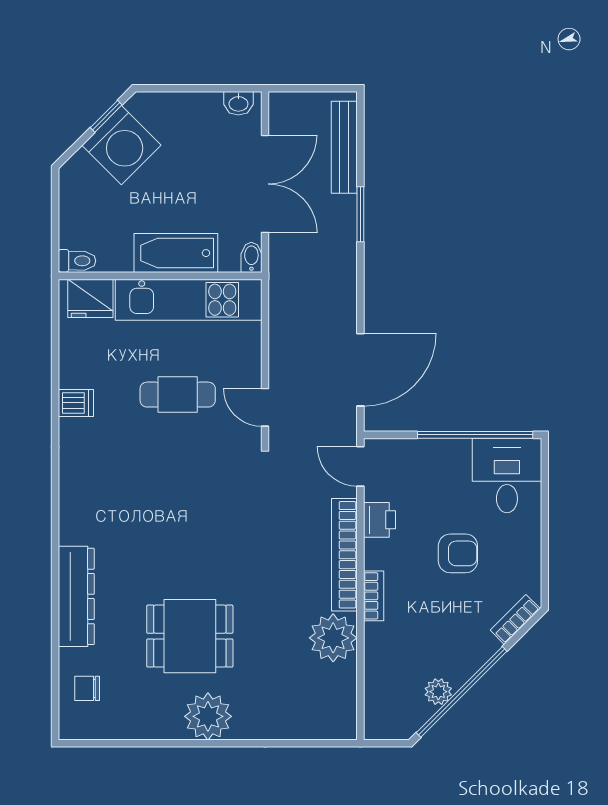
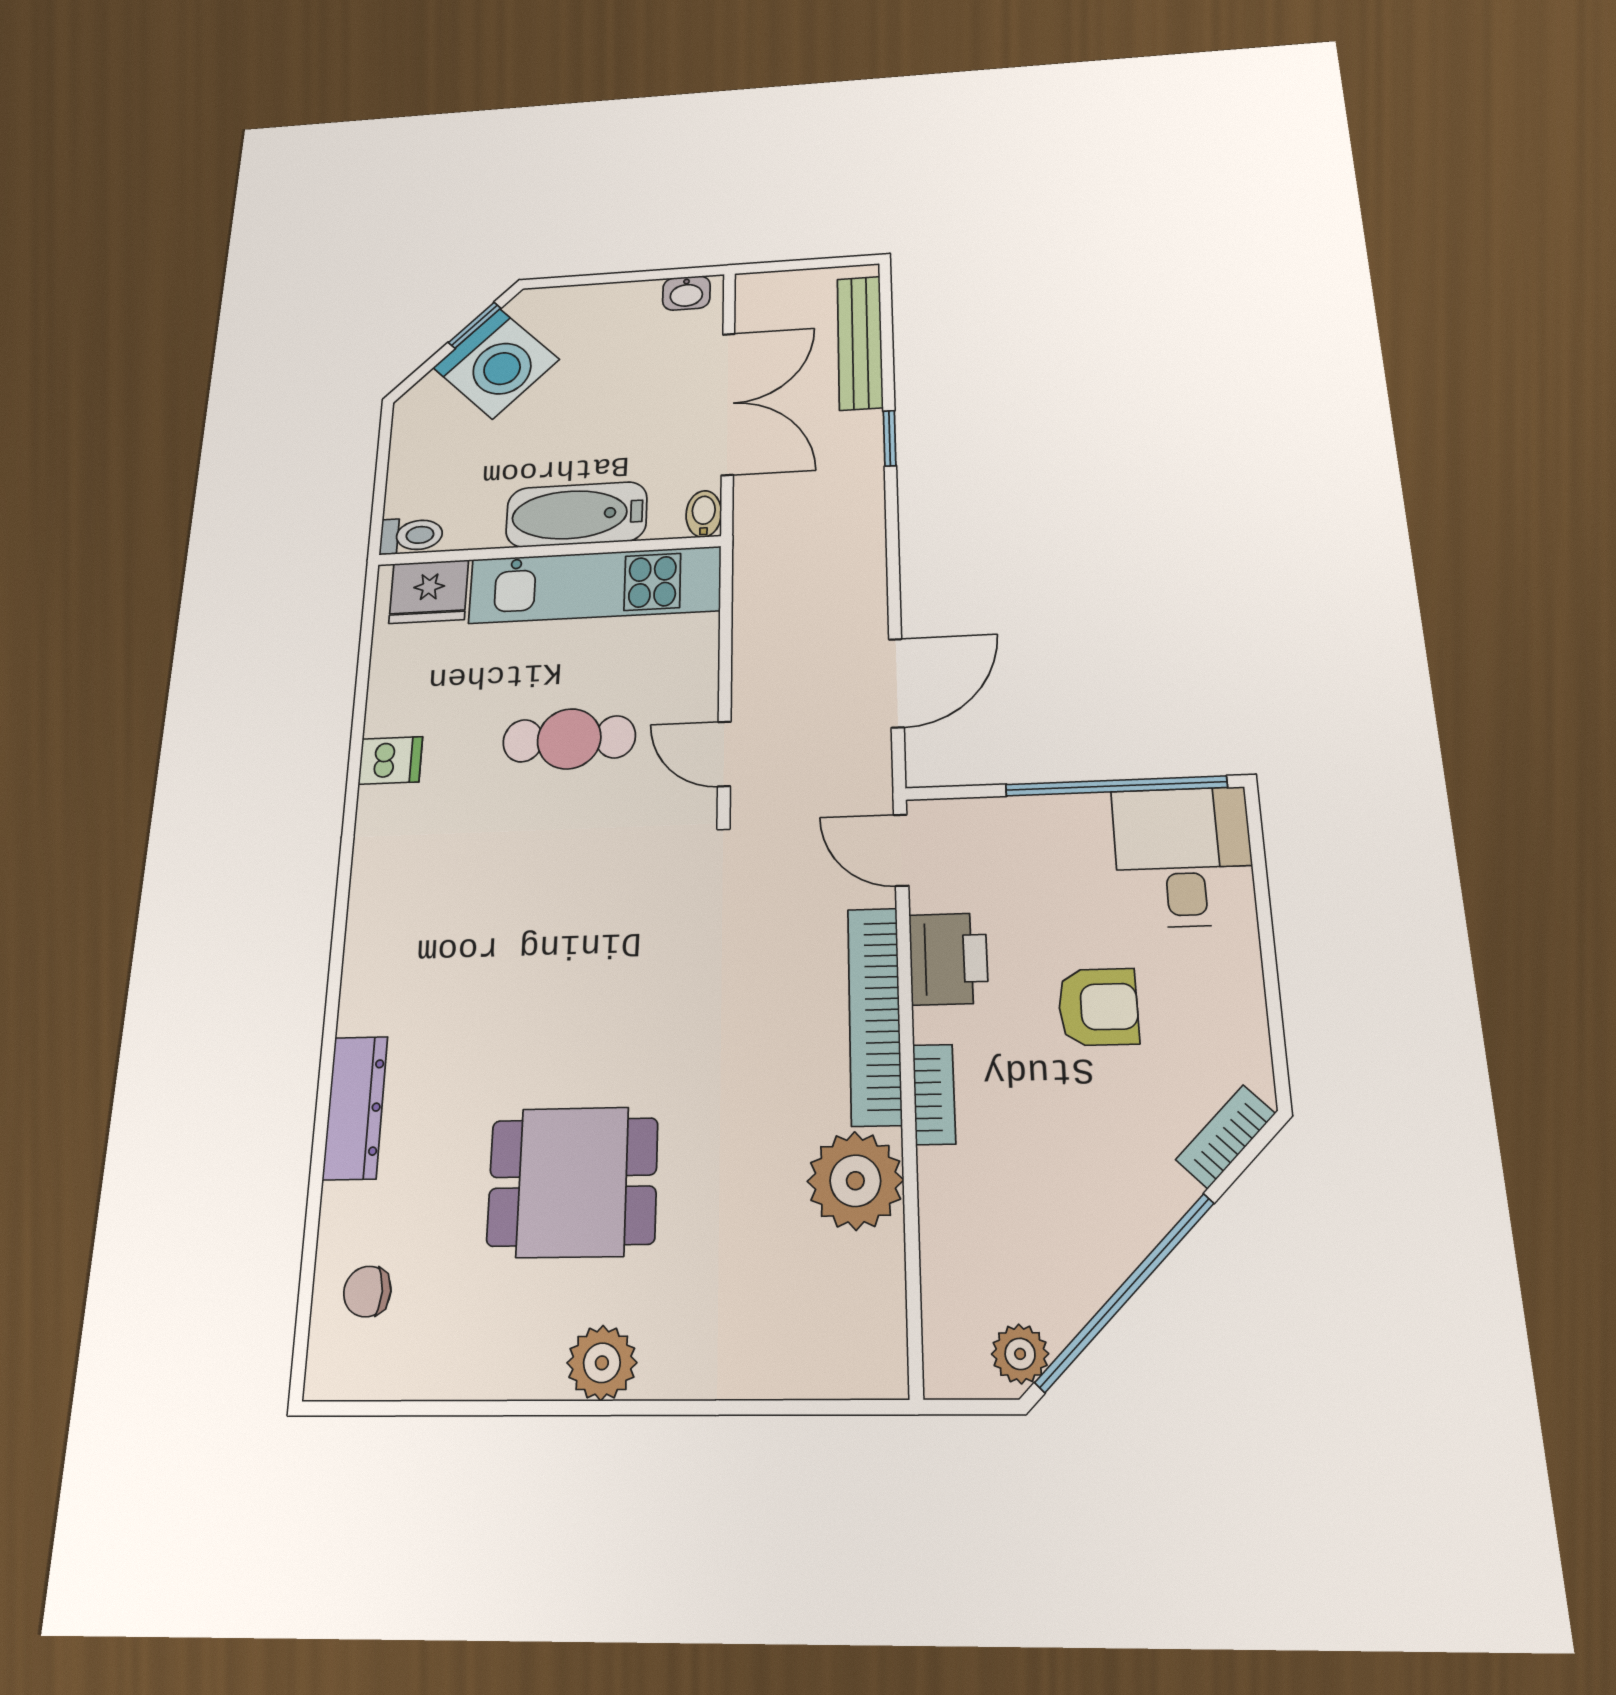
window: (360, 214) -> (890, 438), width x0.67
door: (360, 370) -> (896, 683), width x0.73
printer: (379, 520) -> (949, 959), width x1.36, depth x1.24
dresser: (76, 596) -> (355, 1108), width x0.73, depth x0.80
plant: (438, 692) -> (1020, 1354), moved
plant: (208, 716) -> (602, 1363), width x0.73, depth x0.73

